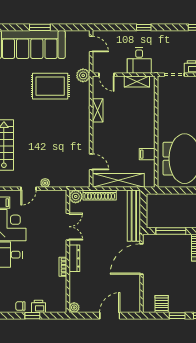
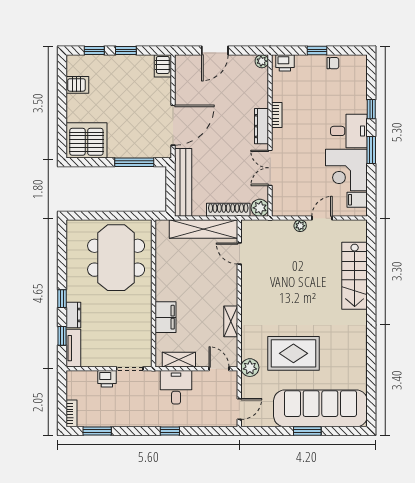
door: (91, 44) -> (239, 409), swing flipped
filing cabinet: (147, 154) -> (165, 317), moved, width x2.00
server rack: (162, 304) -> (163, 66), moved
printer: (38, 306) -> (285, 63), moved

